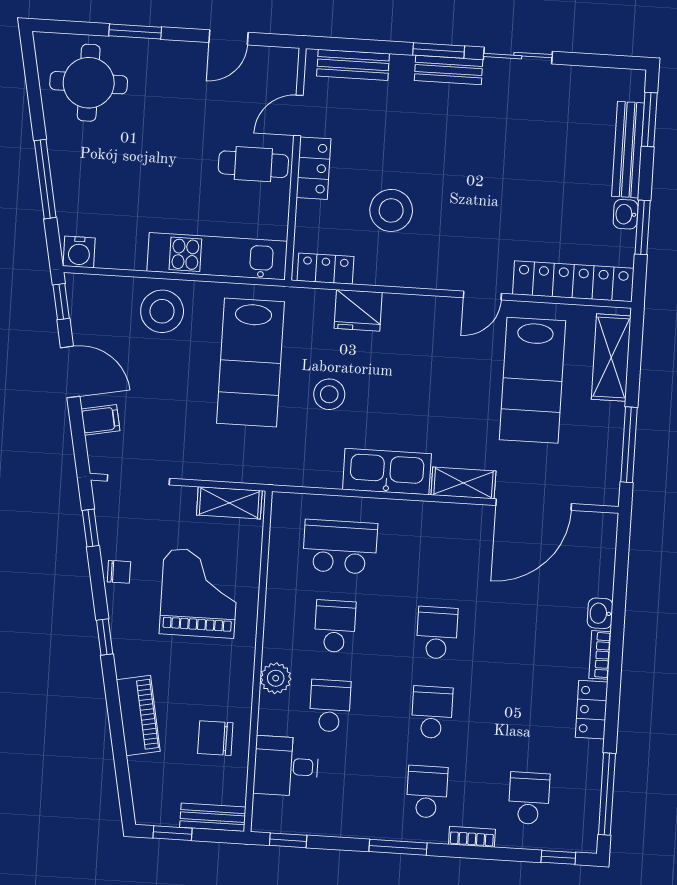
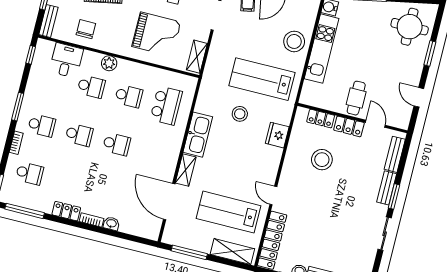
bench: (449, 70) -> (387, 188), moved
kitchen unit: (217, 256) -> (322, 49), moved
locker: (325, 269) -> (321, 119), moved, turned 90

